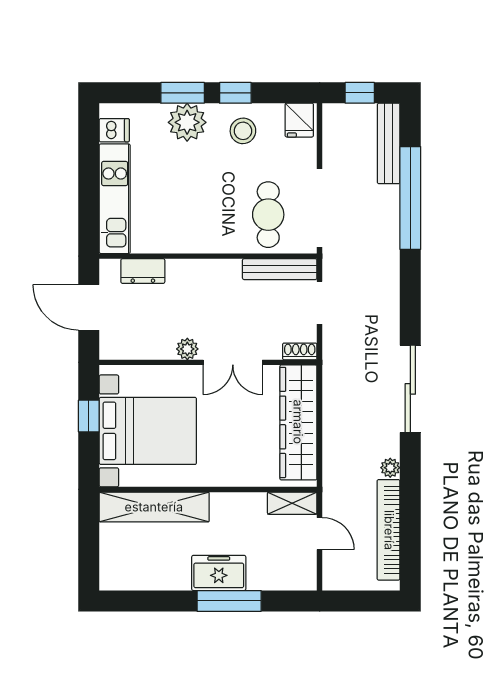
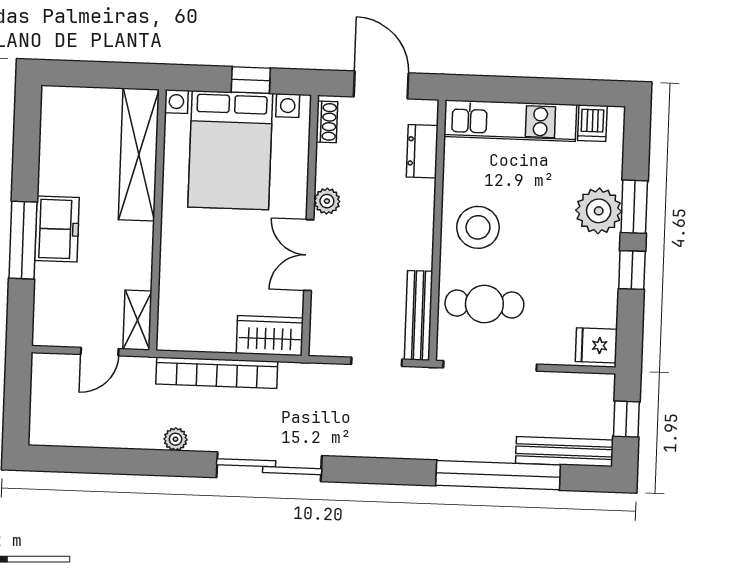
stool: (243, 131) -> (478, 227), moved, width x1.38, depth x1.38
door: (89, 307) -> (381, 85), hinge flipped
shoe rack: (300, 351) -> (327, 122), moved
wardrobe: (298, 422) -> (270, 336), width x0.48, depth x0.85
bookcase: (389, 530) -> (217, 373), moved, turned 180

